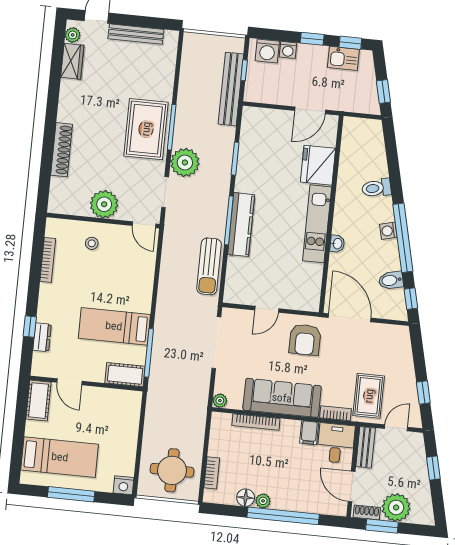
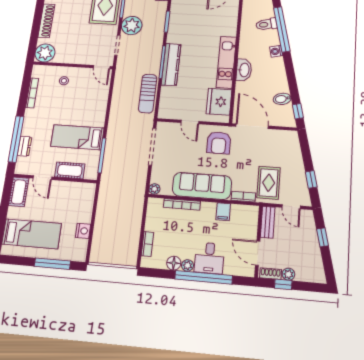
fridge: (318, 165) -> (219, 102), moved
toilet: (376, 188) -> (266, 24), moved
plant: (104, 204) -> (45, 53), moved
washing machine: (388, 231) -> (276, 51), moved
window: (403, 238) -> (282, 29), moved
washbasin: (337, 244) -> (244, 70), width x1.91, depth x1.45
door: (267, 309) -> (190, 122), hinge flipped
window: (30, 327) -> (16, 139), width x3.17
cot: (125, 375) -> (70, 170), moved
door: (396, 428) -> (291, 207), swing flipped
desk: (336, 443) -> (209, 258), moved, turned 180
round table: (172, 470) -> (117, 243), removed
nightstand: (123, 485) -> (83, 231), moved, turned -90
window: (71, 494) -> (52, 264), moved
plant: (396, 507) -> (288, 274), width x0.53, depth x0.53
window: (382, 526) -> (283, 284), width x0.67

